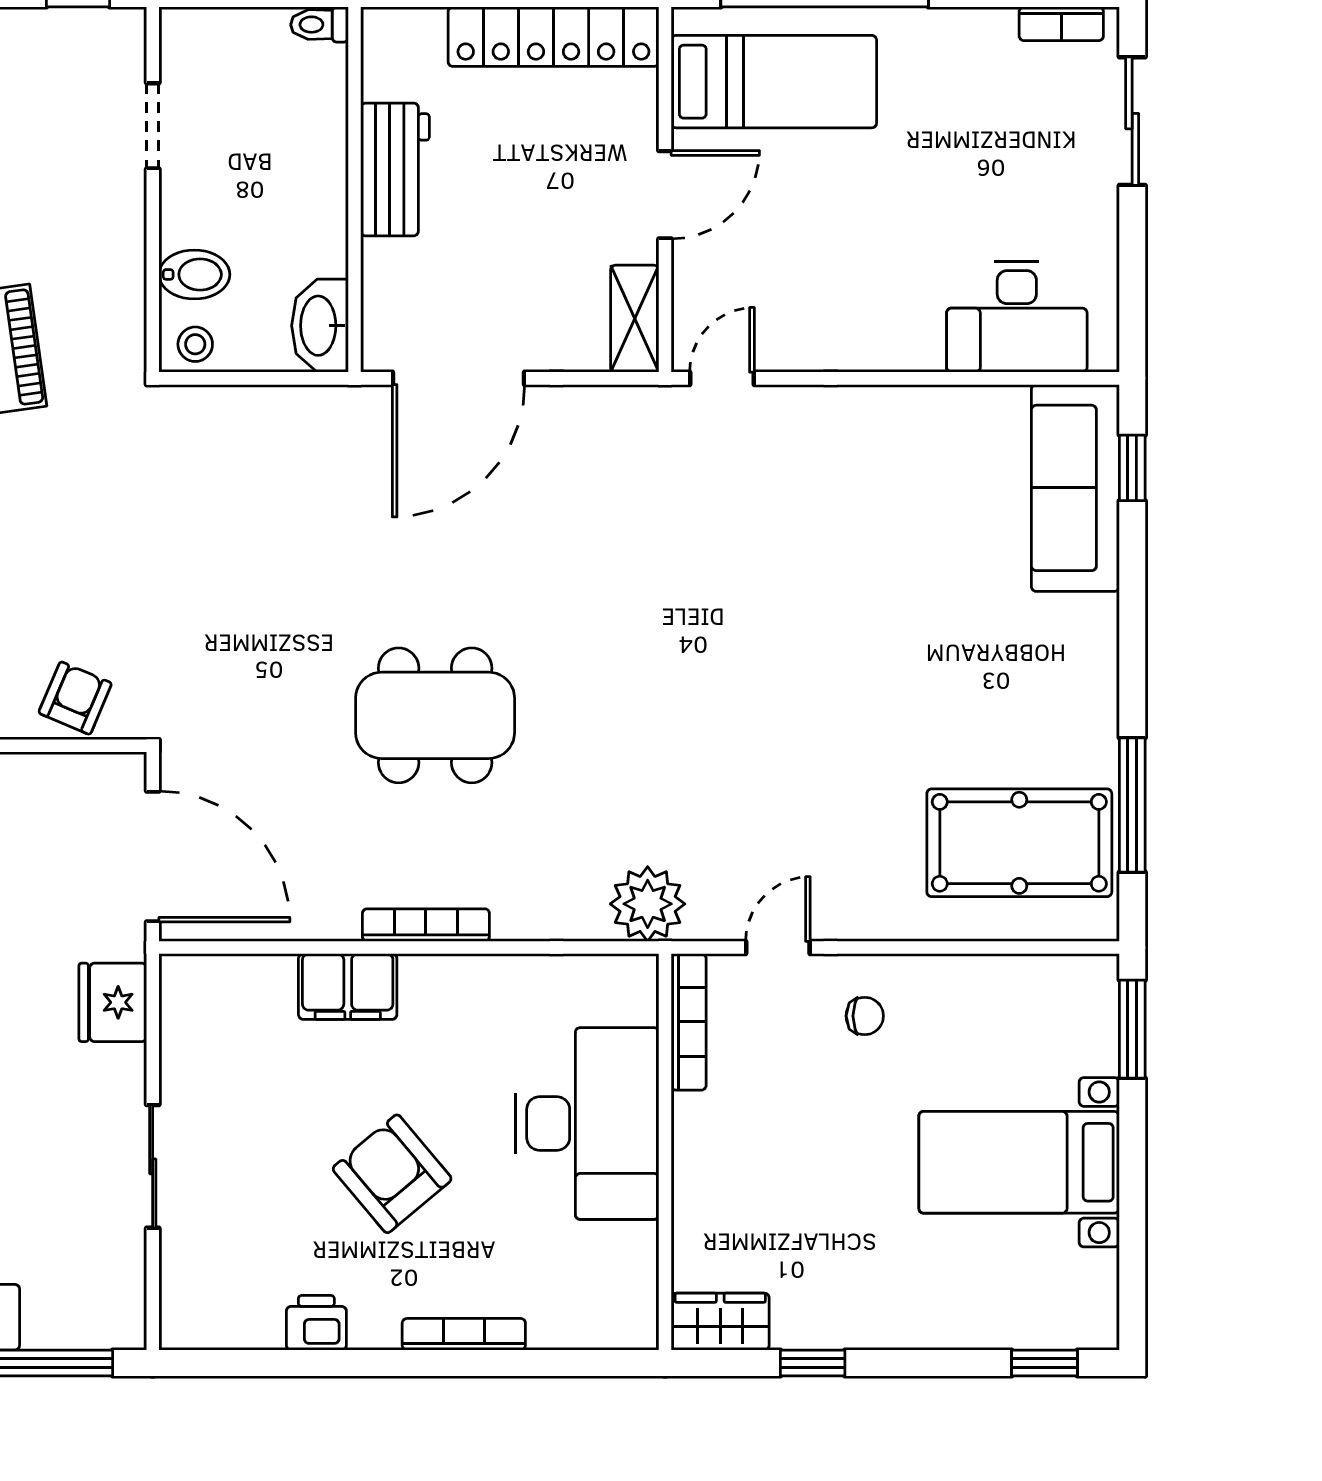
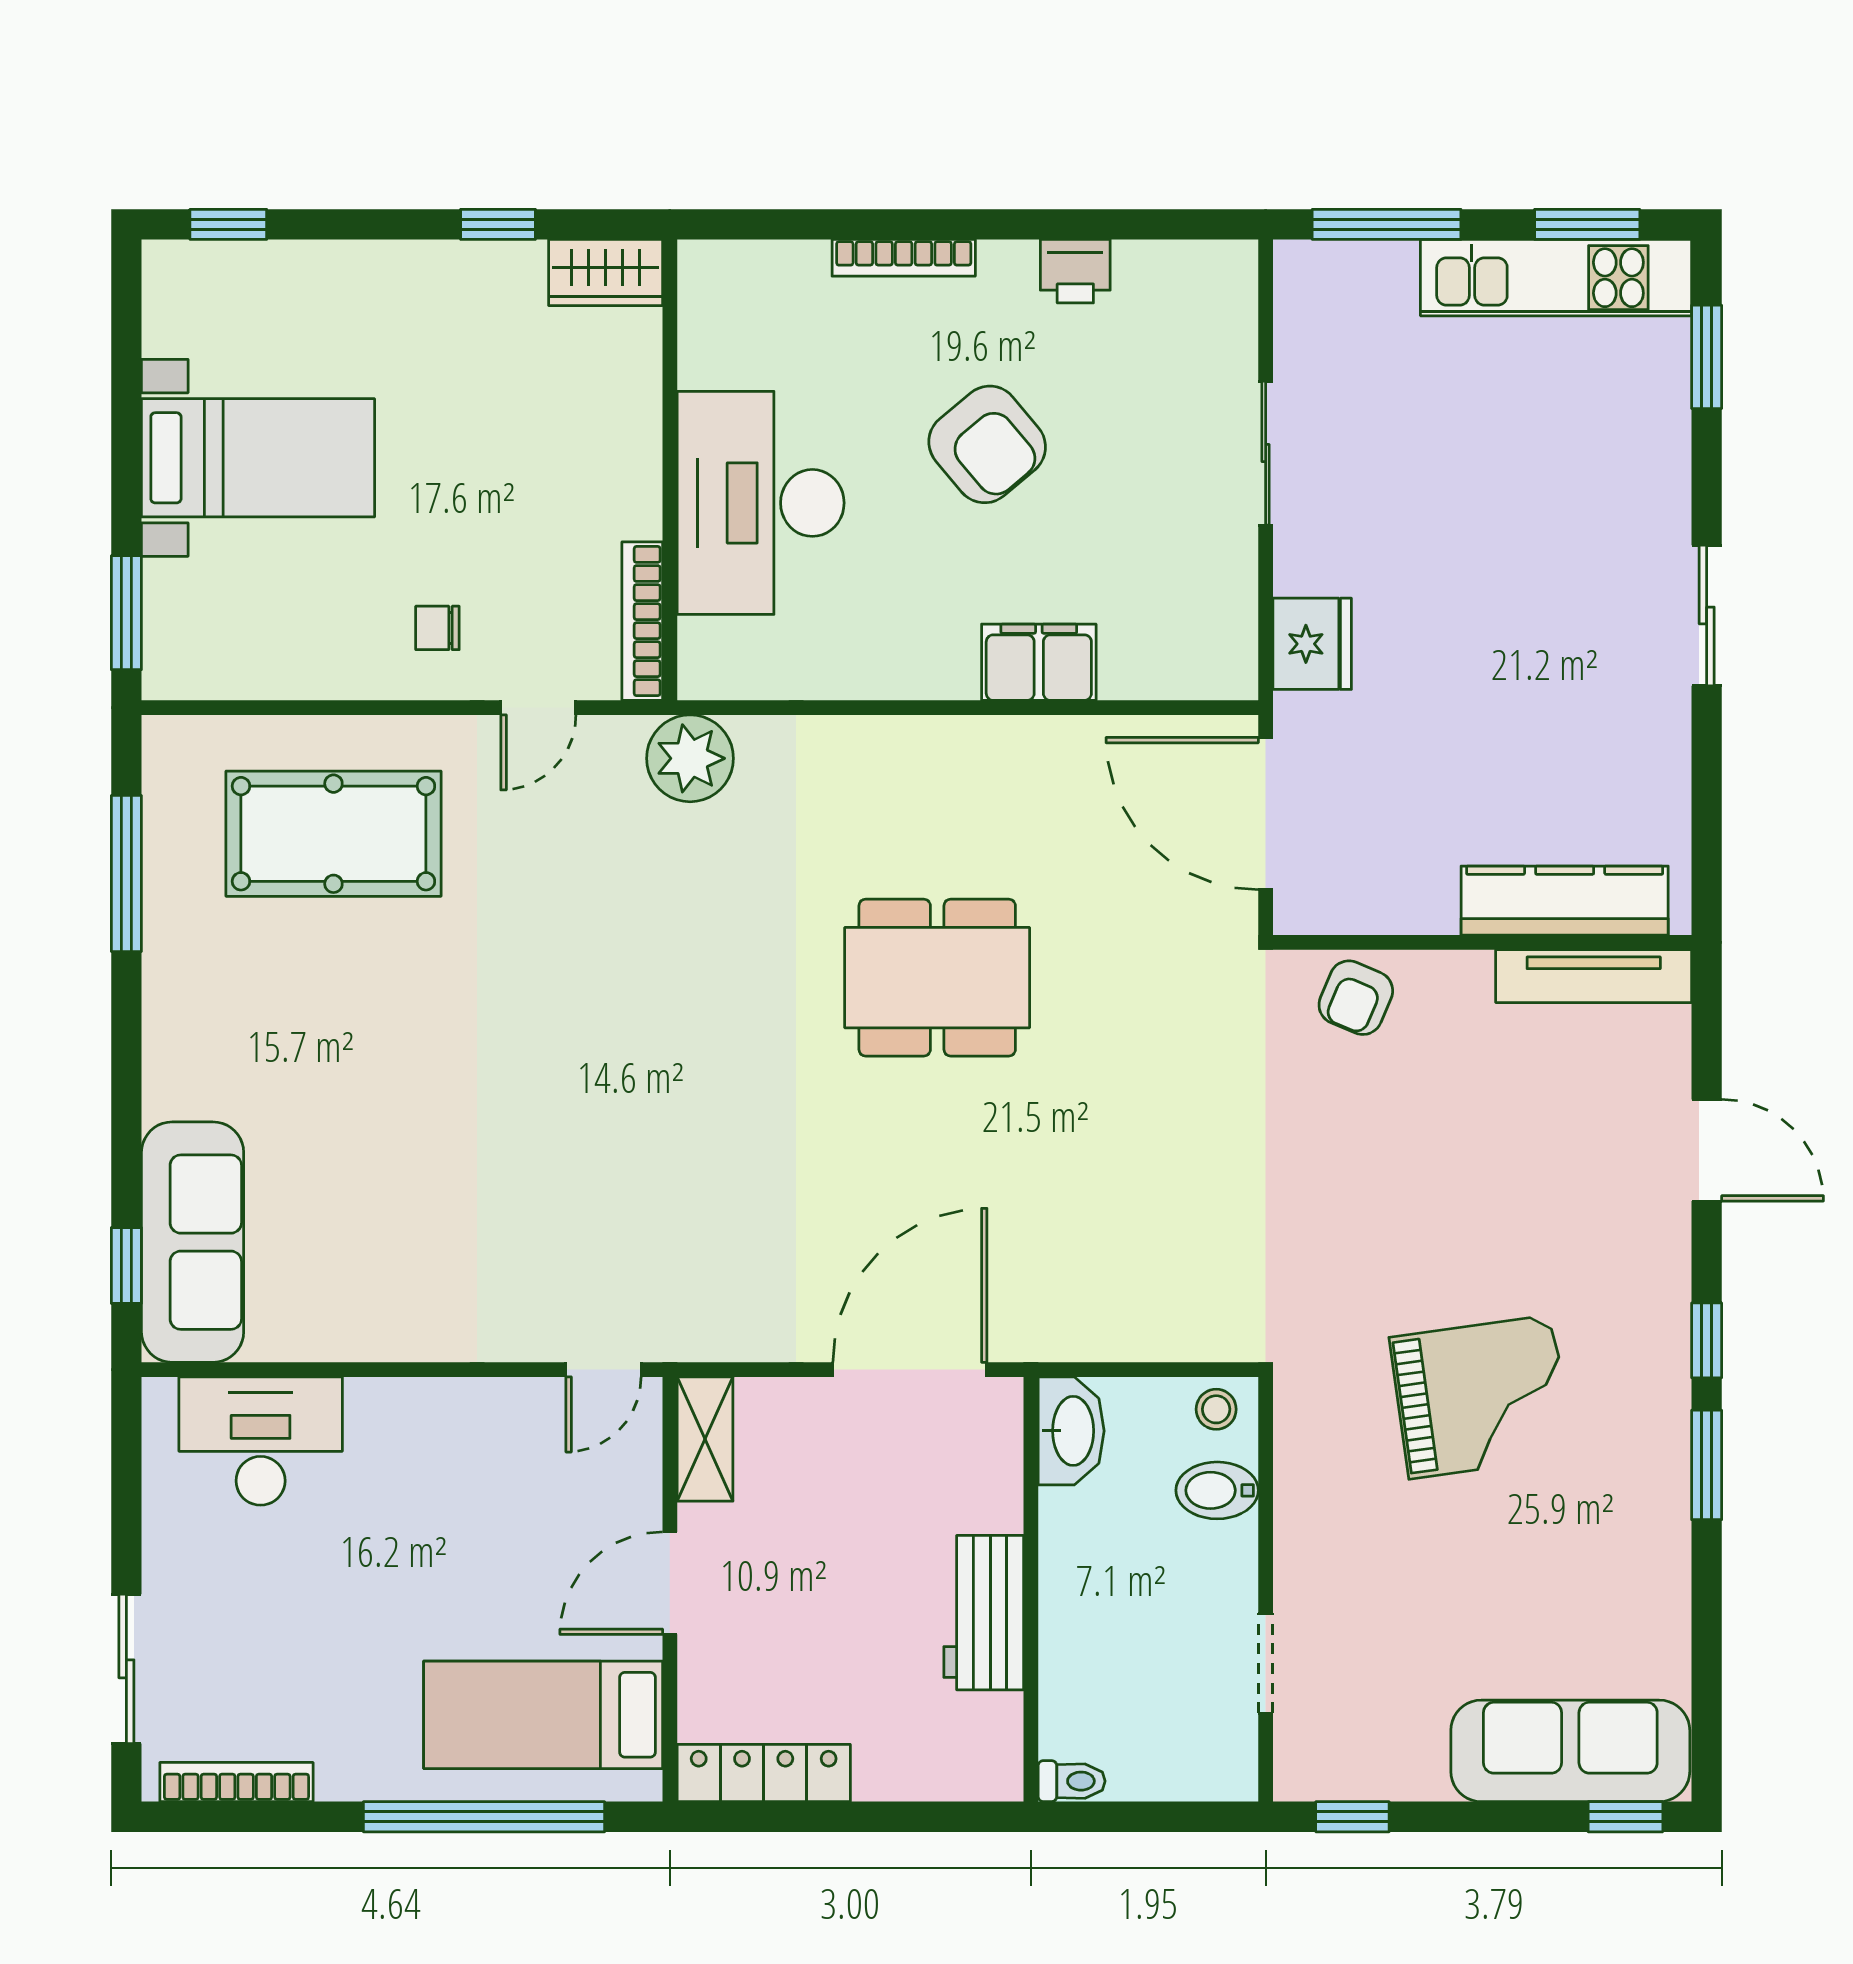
bookcase: (1061, 24) -> (236, 1782), width x1.56
locker: (553, 37) -> (764, 1773), width x0.71, depth x0.83
pool table: (1019, 843) -> (333, 834), moved
bookcase: (426, 925) -> (948, 734), removed

